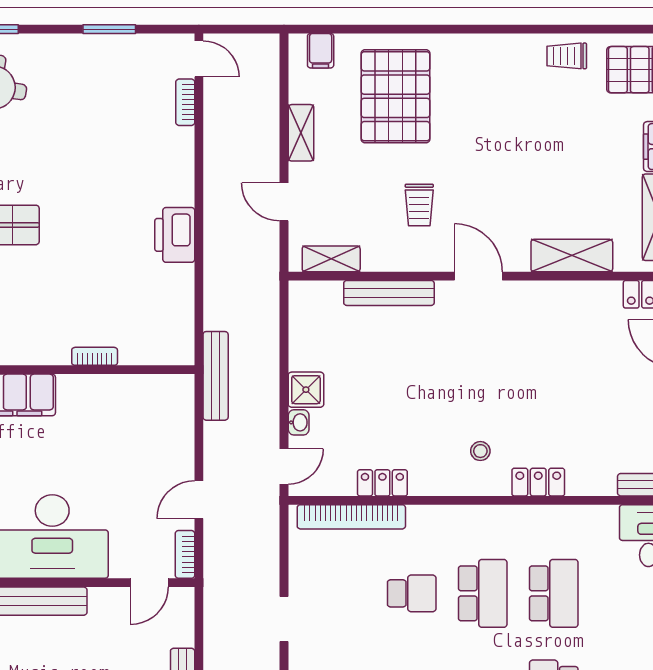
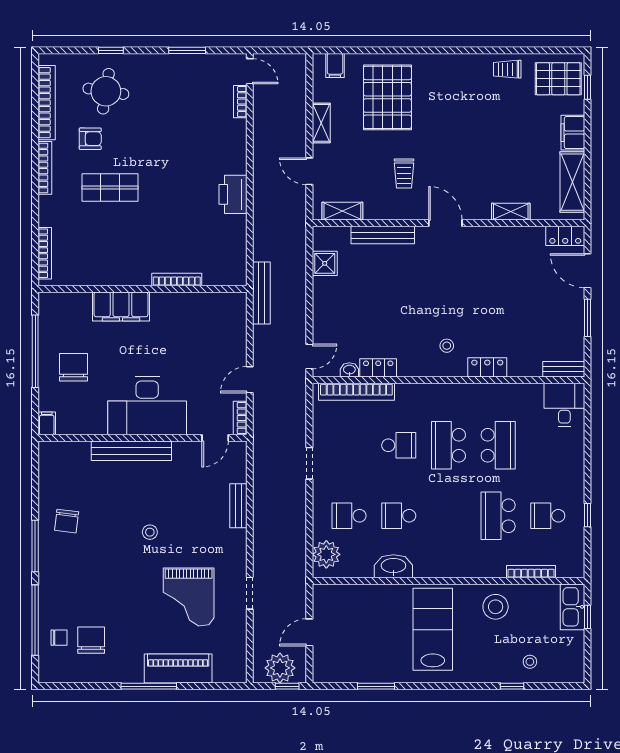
shelving: (572, 256) -> (511, 212), width x0.67, depth x0.75
bookcase: (95, 356) -> (177, 279), width x1.56
shower: (306, 390) -> (325, 263), moved
washbasin: (299, 422) -> (349, 370), moved, turned -90
school desk: (483, 593) -> (448, 445), turned 180

